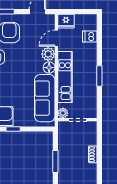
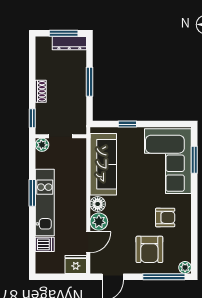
kitchen unit: (65, 77) -> (45, 202), moved, turned 180
plant: (63, 113) -> (42, 145), moved
window: (13, 129) -> (127, 124), moved
window: (99, 134) -> (32, 118), added

